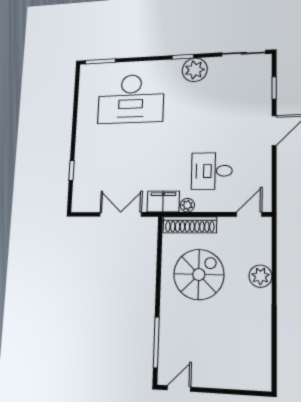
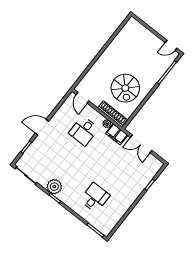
desk: (131, 99) -> (95, 198), width x0.53, depth x0.77
desk: (212, 171) -> (84, 131), turned 90
door: (249, 214) -> (83, 98), hinge flipped
spiral stairs: (199, 275) -> (125, 88), turned -90
plant: (260, 276) -> (99, 67), removed

